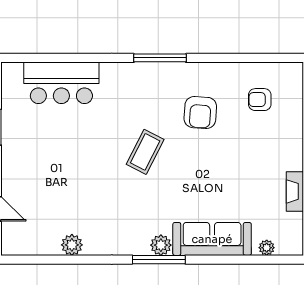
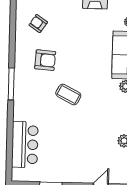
armchair: (260, 100) -> (38, 24), turned 124

